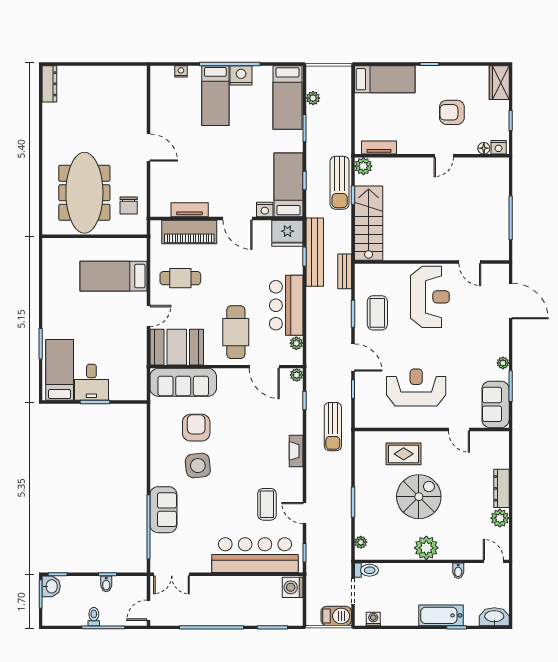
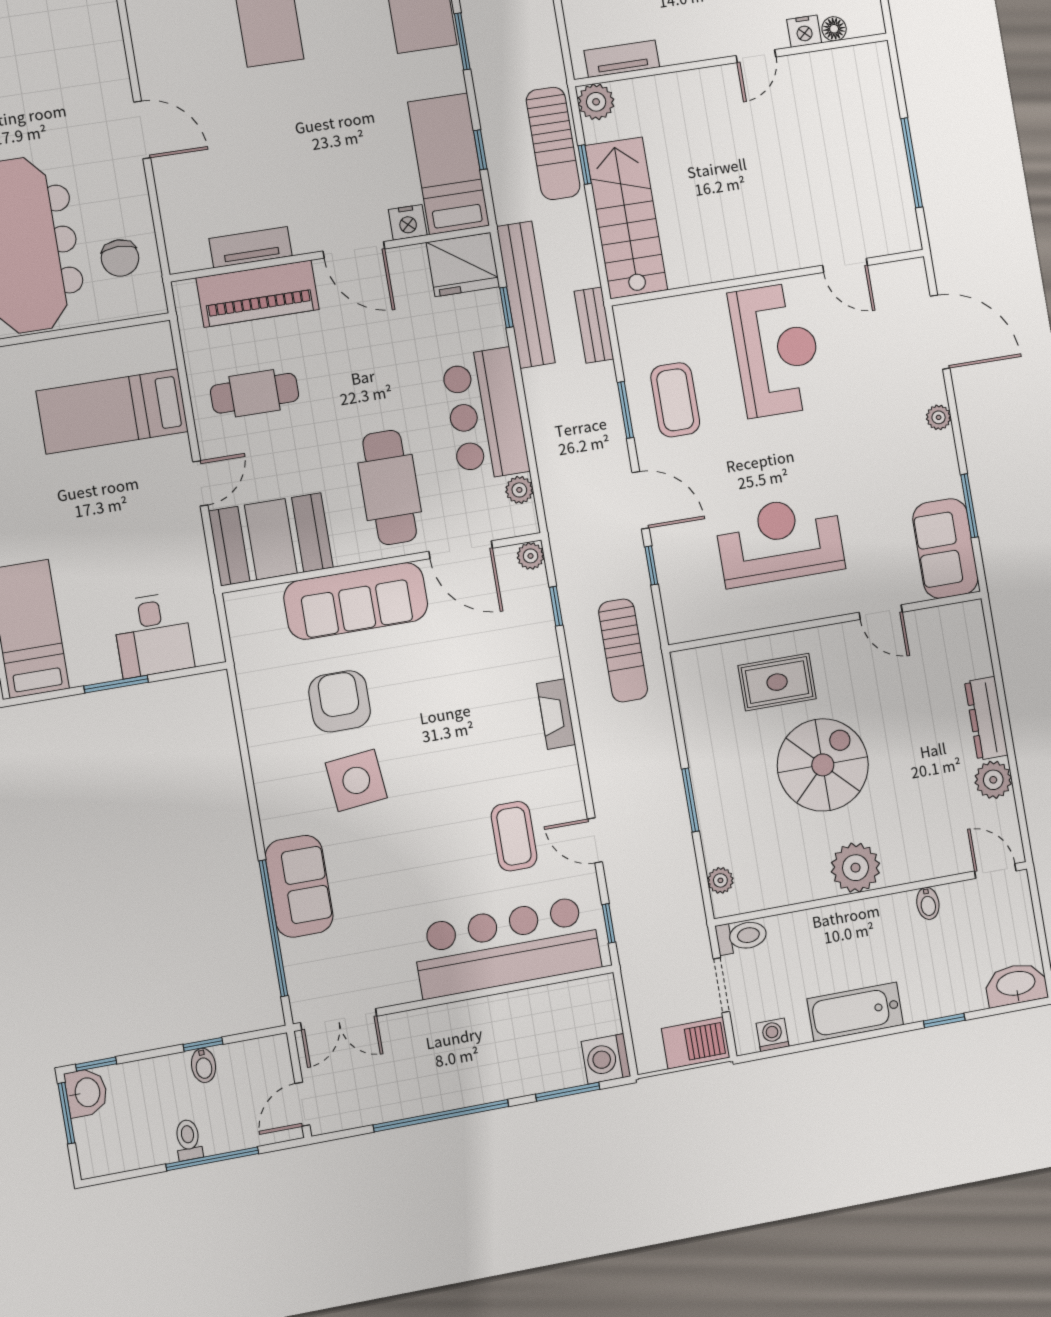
nightstand: (499, 147) -> (804, 31), moved
plant: (503, 363) -> (939, 417), moved
desk: (91, 382) -> (153, 635), moved
sofa: (183, 382) -> (356, 601), moved
washing machine: (293, 587) -> (606, 1059), moved
bathtub: (441, 615) -> (855, 1012), moved

